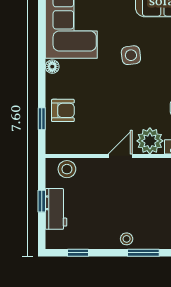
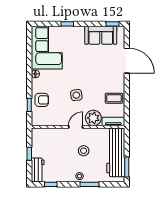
side table: (131, 55) -> (76, 95), moved
stool: (67, 169) -> (84, 151), moved
workbench: (56, 209) -> (38, 170), moved

